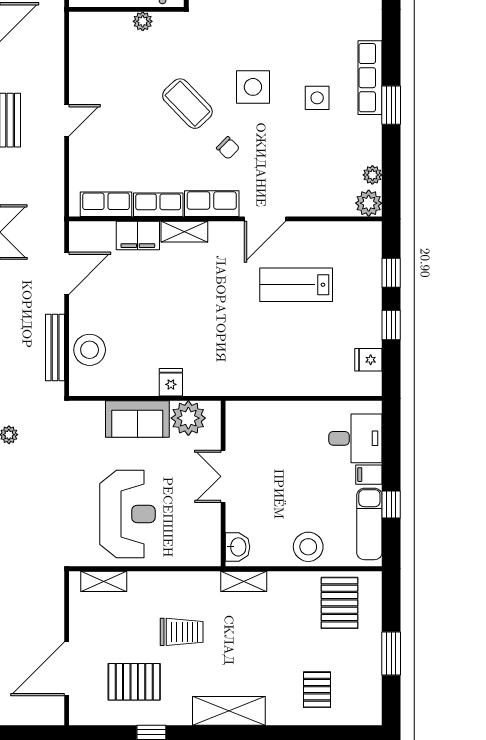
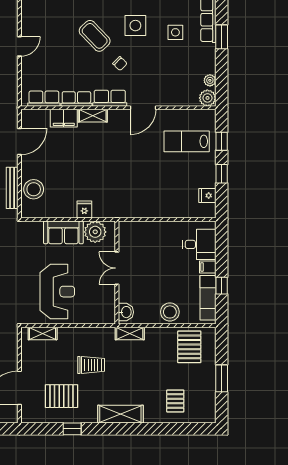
lab bench: (296, 285) -> (187, 141), moved

